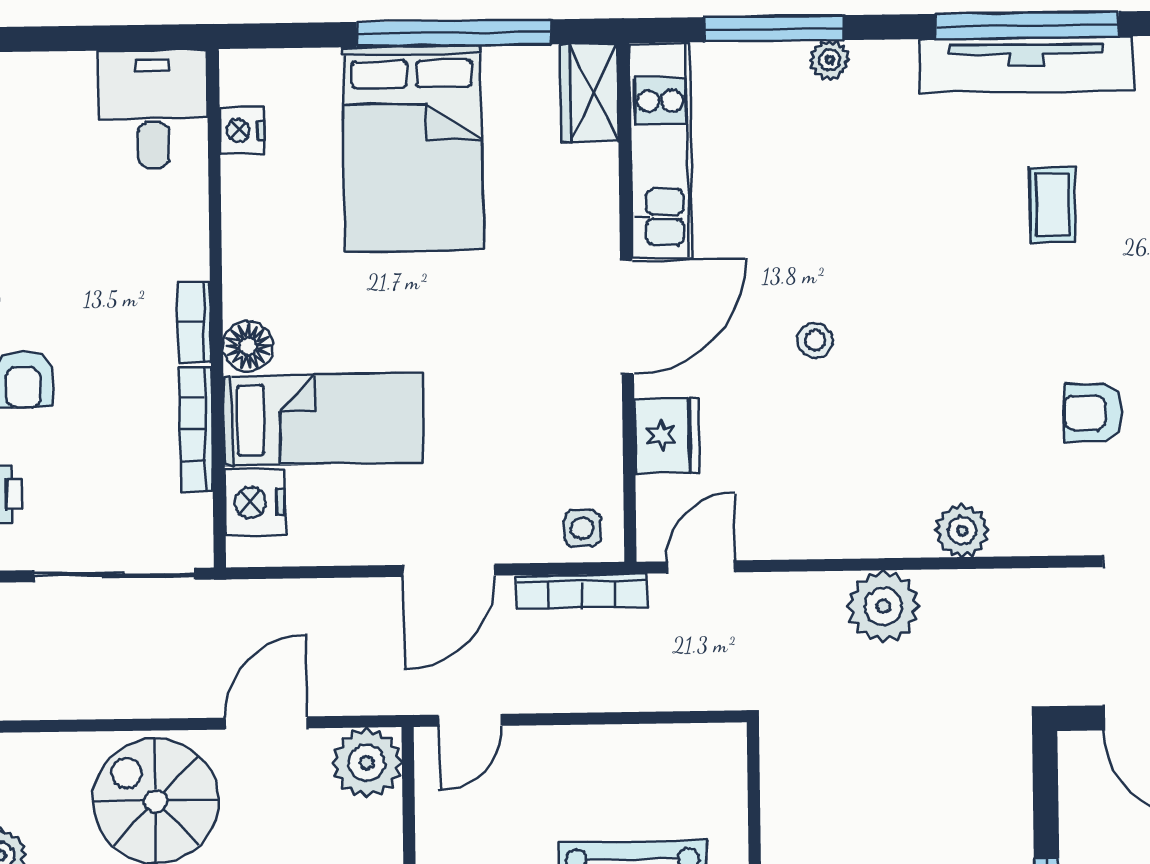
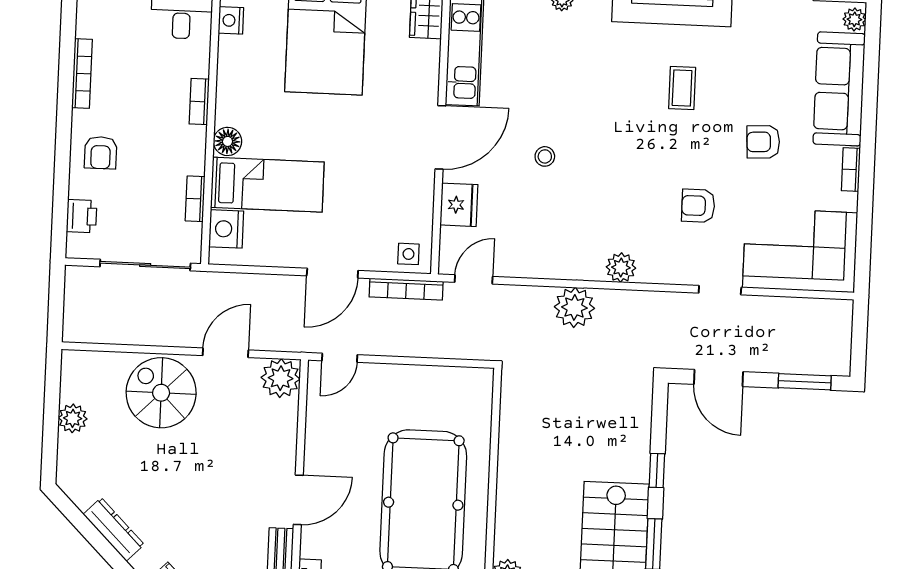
bookcase: (194, 322) -> (199, 102), moved
bookcase: (196, 429) -> (195, 199), width x0.64

